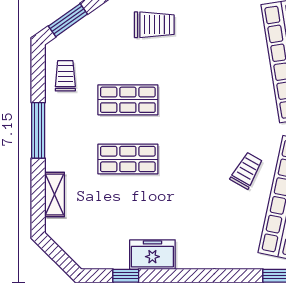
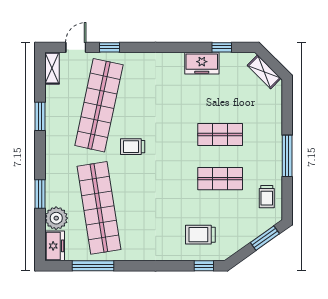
trolley: (247, 170) -> (133, 147), moved, turned 60
shelving: (55, 195) -> (264, 72), moved, turned -45

